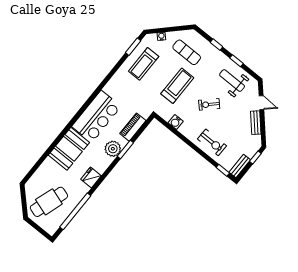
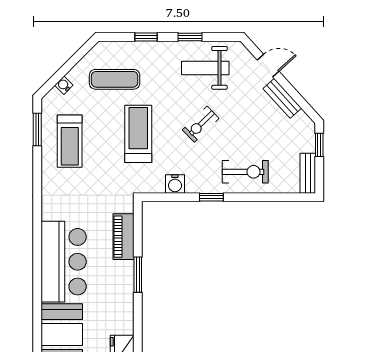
plant: (113, 149) -> (120, 287), removed
window: (223, 170) -> (211, 197), moved

